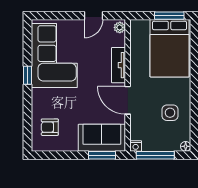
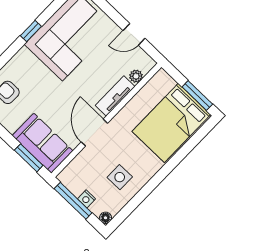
plant: (120, 27) -> (136, 76), moved
nightstand: (136, 146) -> (87, 199), moved

